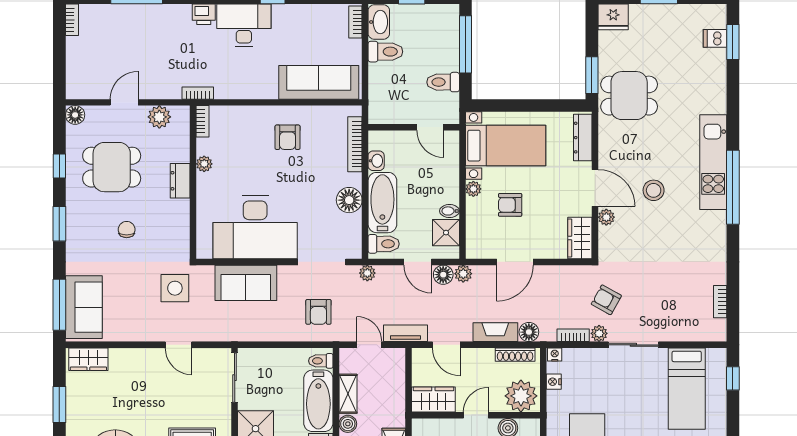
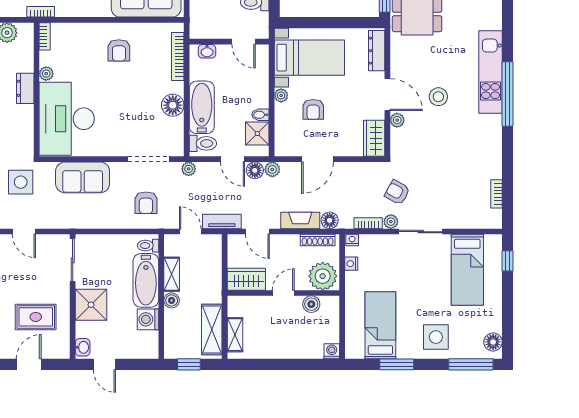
washbasin: (376, 161) -> (207, 51), moved, turned 90
armchair: (510, 205) -> (313, 109), turned -90
desk: (255, 227) -> (67, 119), moved, turned 90

